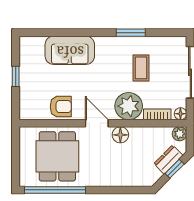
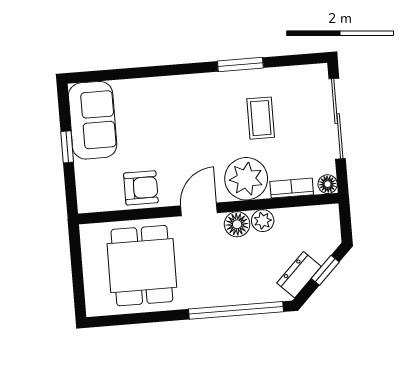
sofa: (70, 50) -> (93, 120), moved, turned -90
door: (97, 123) -> (199, 209), hinge flipped
plant: (179, 134) -> (263, 221), moved
dresser: (168, 160) -> (299, 275), moved
window: (55, 190) -> (236, 310), moved

